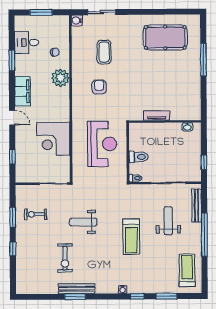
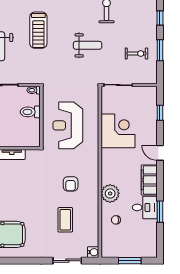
desk: (27, 43) -> (145, 207), moved
treadmill: (131, 237) -> (38, 30), turned 180

